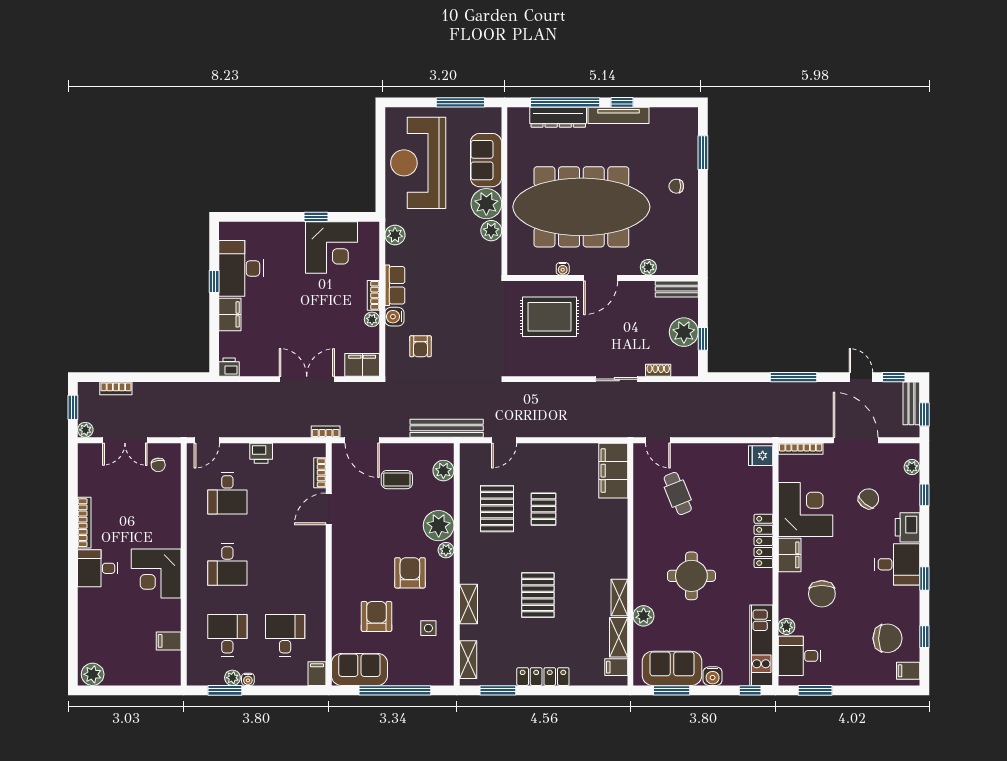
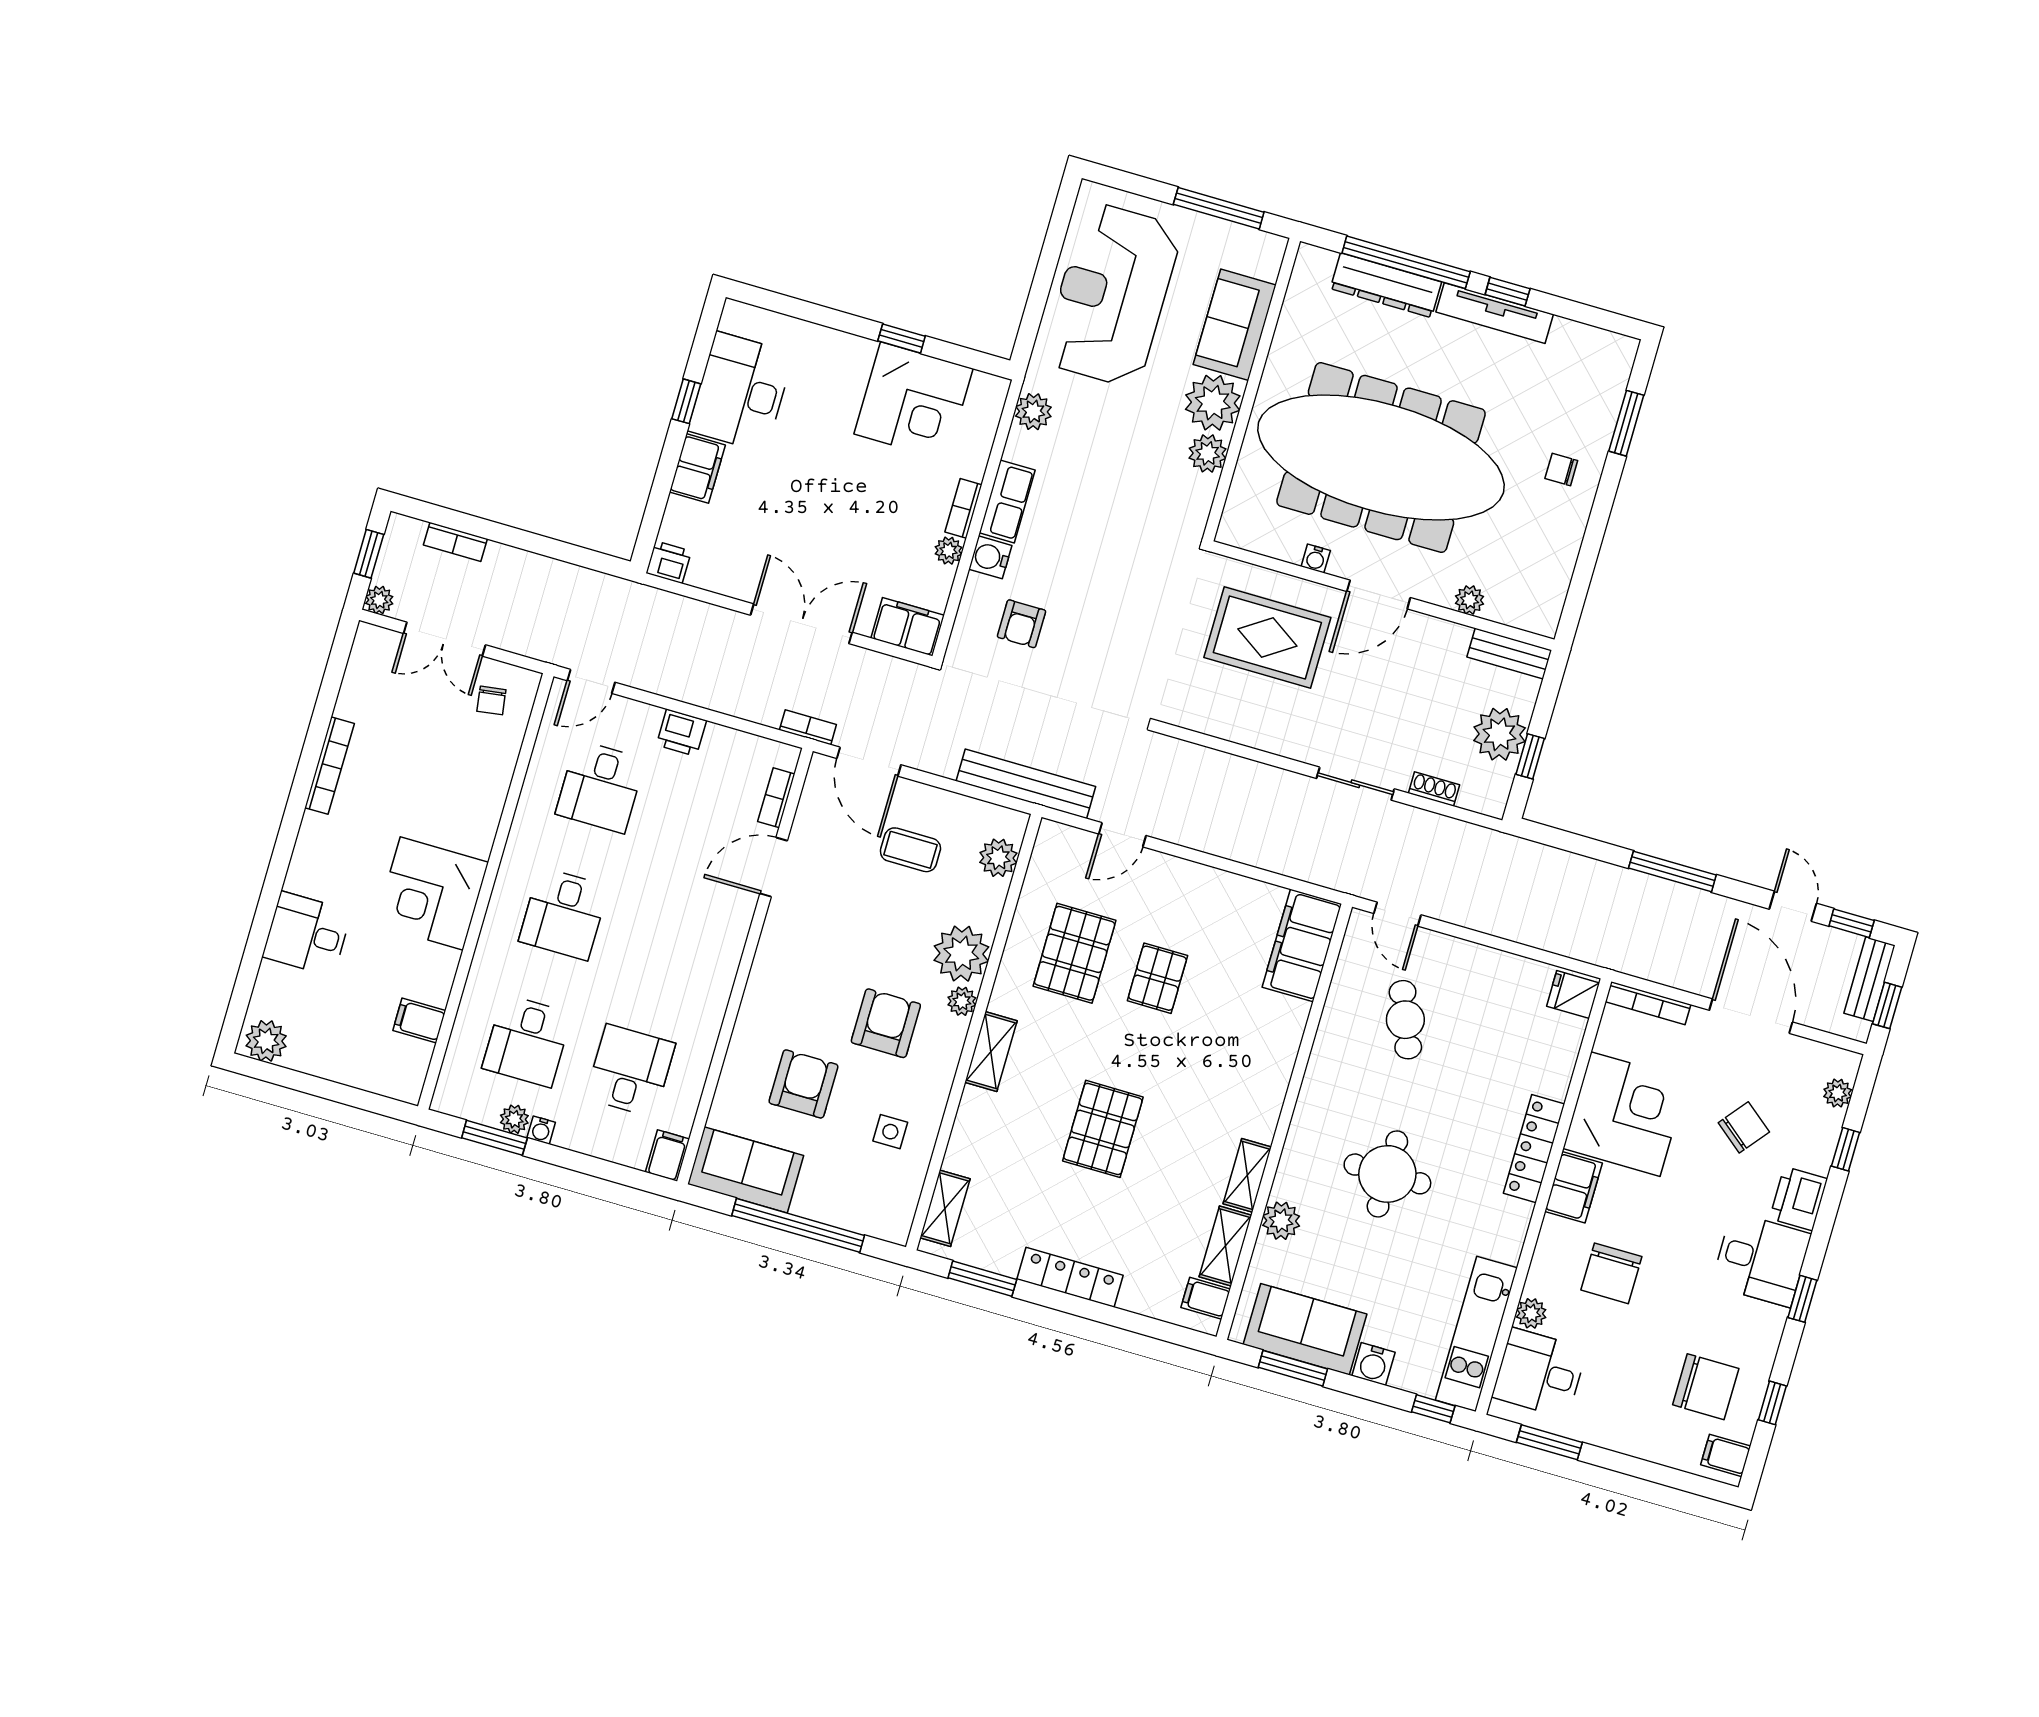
desk: (98, 568) -> (307, 934), moved
shelving: (468, 604) -> (991, 1052), moved
desk: (227, 635) -> (527, 1041), turned 180

